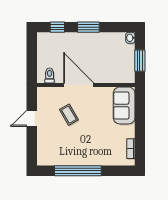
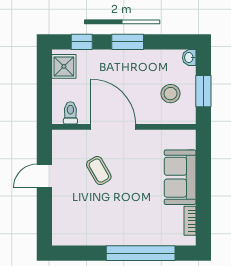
shower: (45, 44) -> (64, 66), added
stool: (118, 62) -> (171, 94), added
sofa: (124, 105) -> (180, 177), moved
window: (78, 171) -> (141, 253), moved

